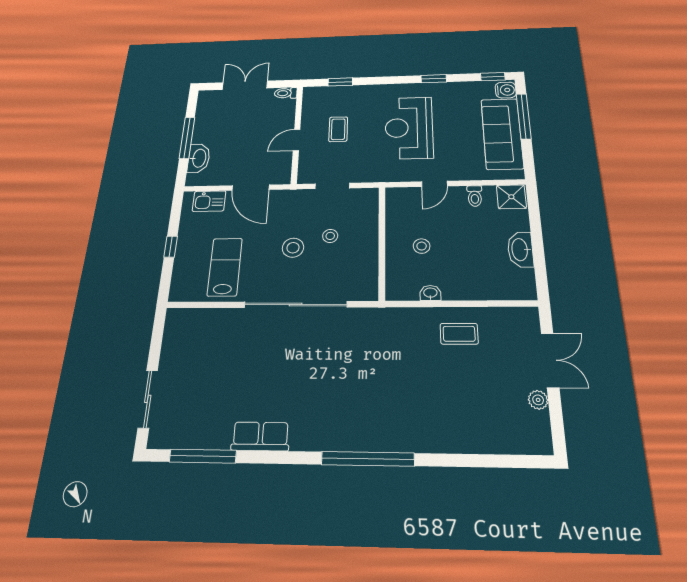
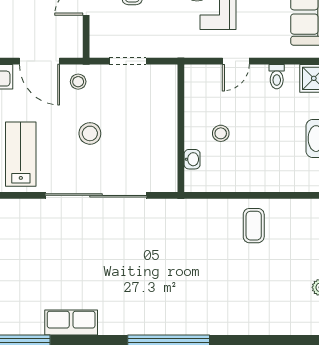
stool: (330, 236) -> (78, 82), moved
washbasin: (430, 293) -> (192, 159), moved, turned 90
coffee table: (459, 334) -> (254, 226), turned 90

